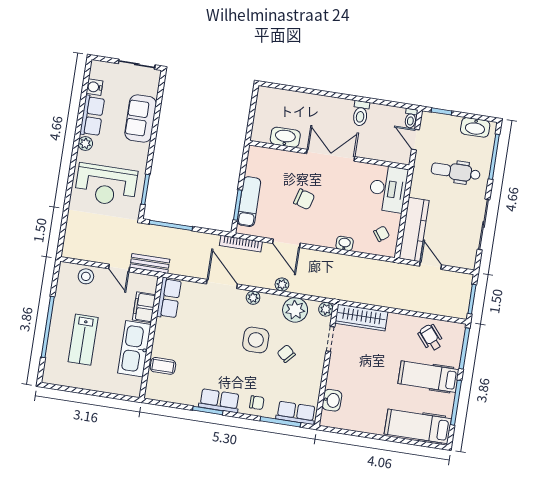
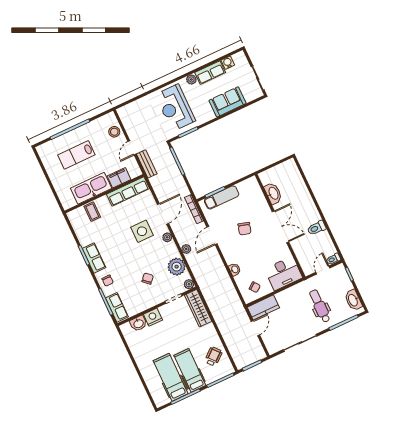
kitchen counter: (414, 229) -> (263, 307), width x0.67
row of seats: (169, 298) -> (128, 191), width x1.48
side table: (256, 340) -> (142, 231), moved
nightstand: (336, 378) -> (153, 317), added
hospital bed: (418, 426) -> (171, 377), moved

